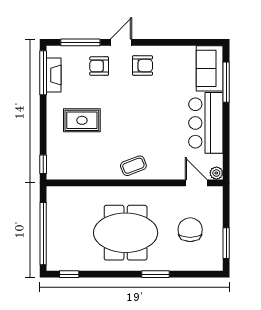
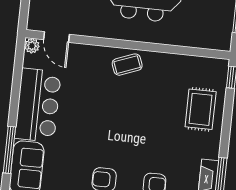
rug: (82, 120) -> (201, 109), moved, turned 90

